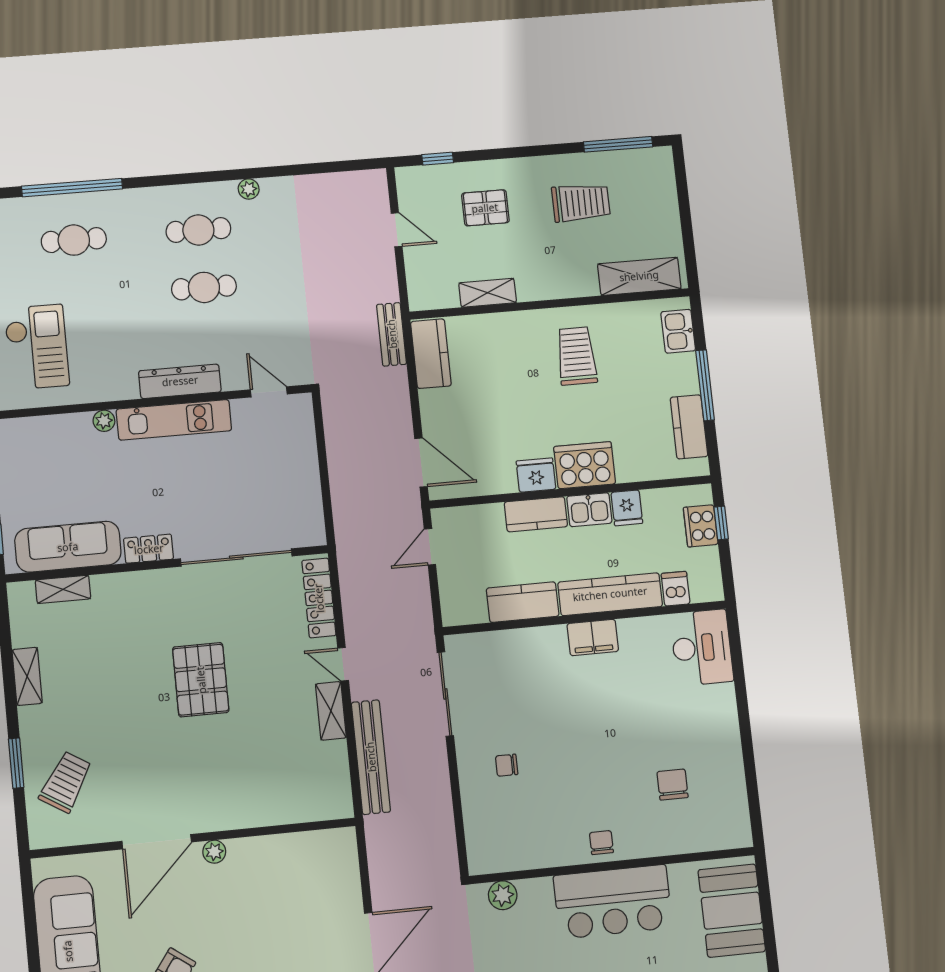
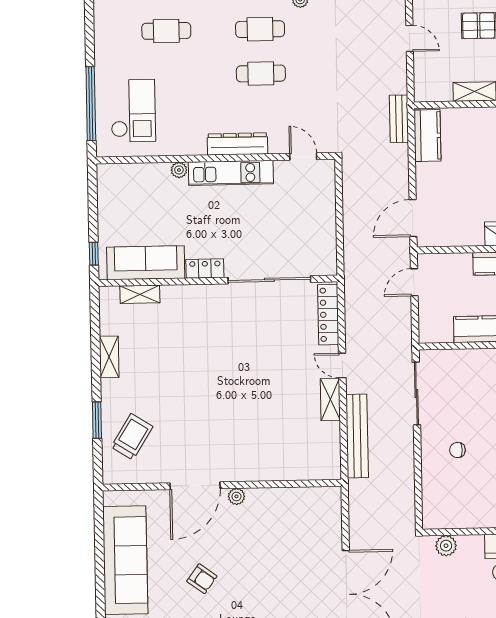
door: (421, 463) -> (413, 218), swing flipped
pallet: (201, 680) -> (236, 369), removed

